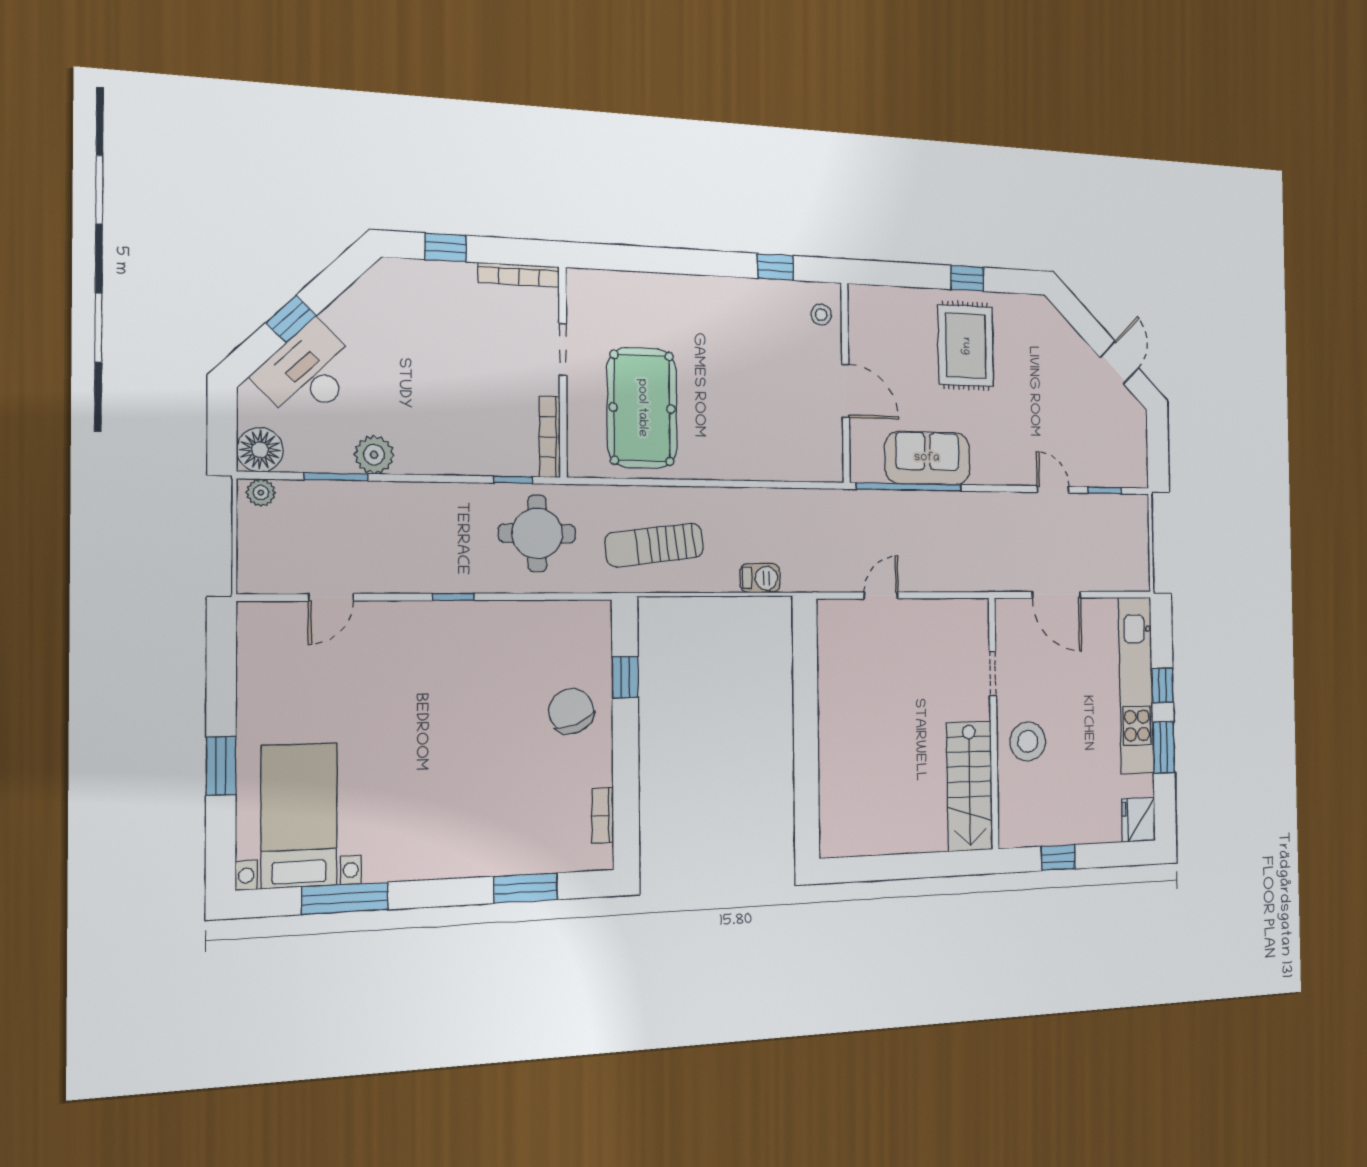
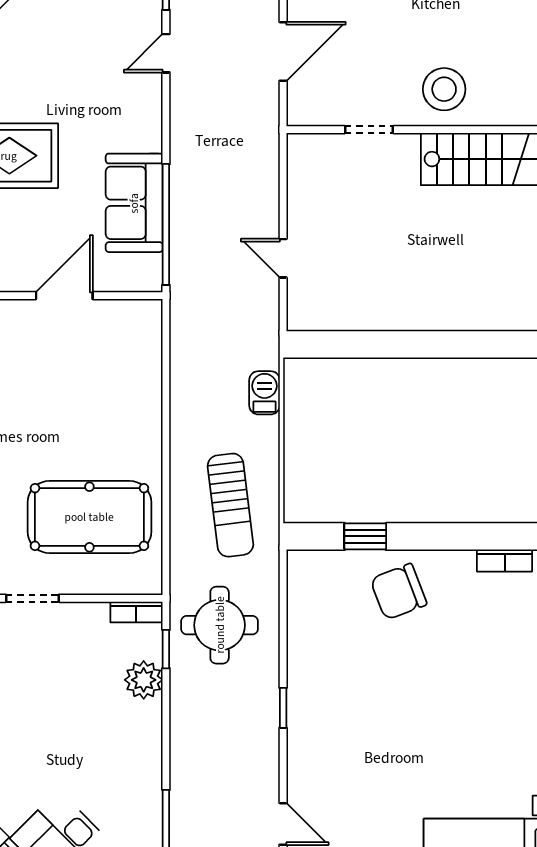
bookcase: (550, 437) -> (136, 612), width x0.64
plant: (374, 455) -> (144, 680), moved

